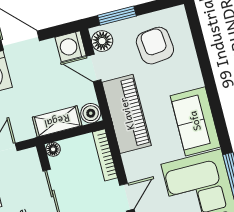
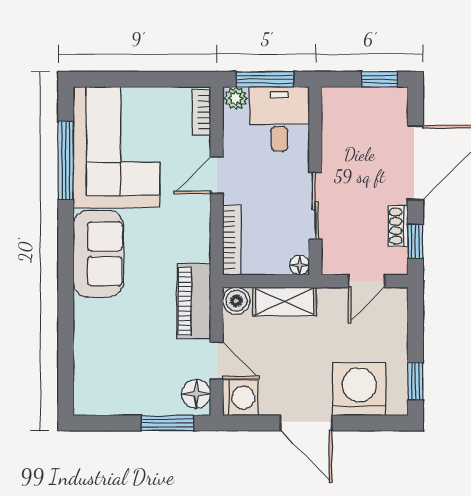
armchair: (155, 46) -> (127, 370), removed
piano: (127, 114) -> (194, 301), width x0.73, depth x0.75

